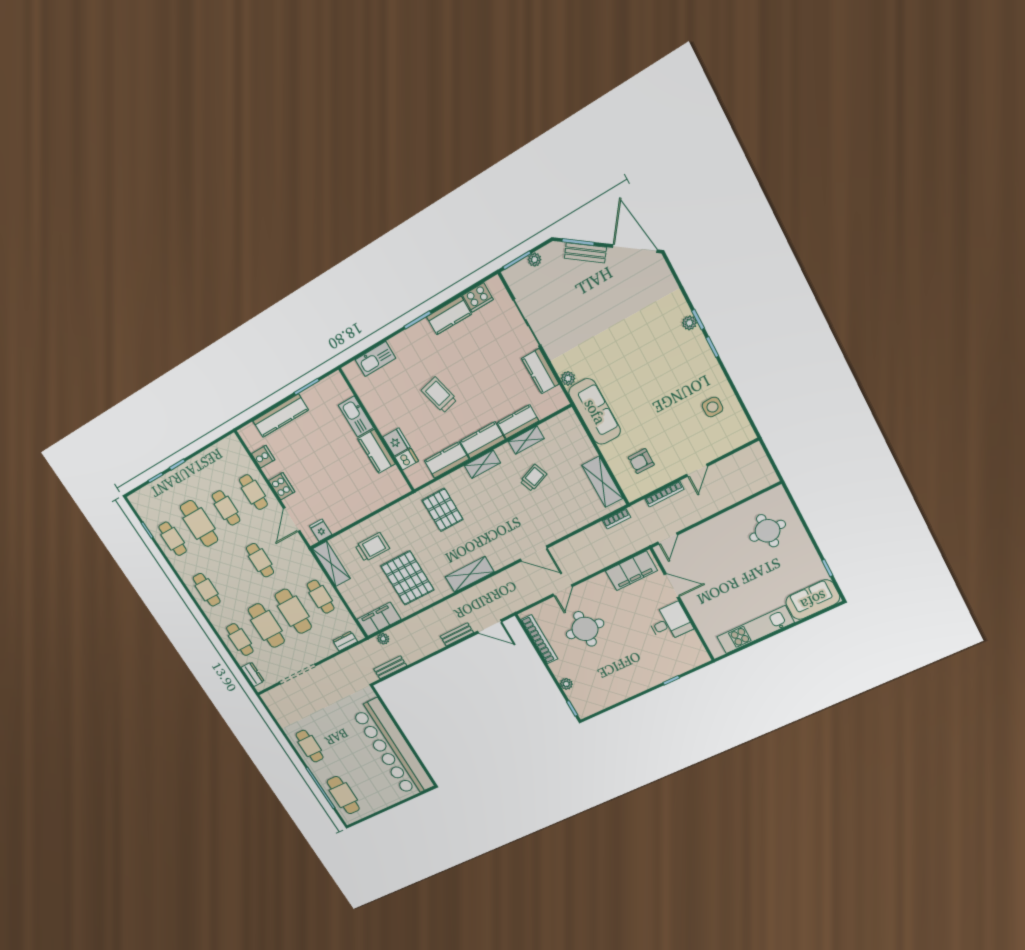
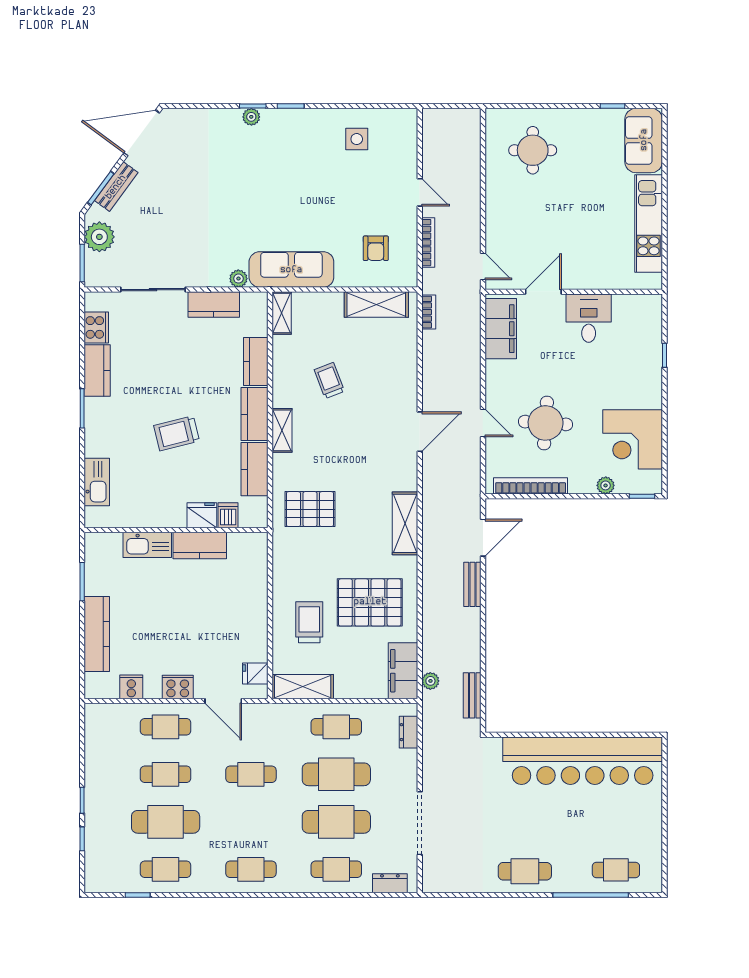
plant: (535, 260) -> (99, 237), width x1.88, depth x1.88
shelving: (526, 440) -> (282, 313), moved
corner desk: (605, 686) -> (633, 439), added
cafe table: (343, 795) -> (616, 870), width x0.73, depth x0.74

